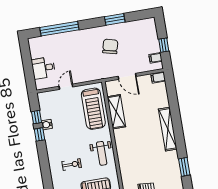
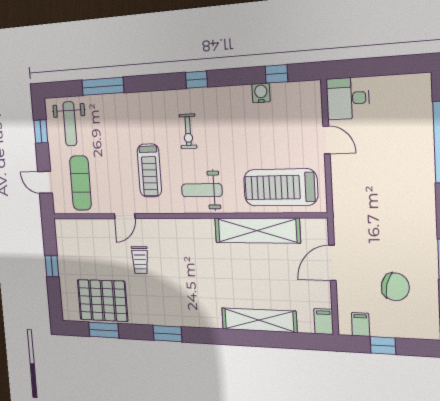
chair: (110, 46) -> (395, 287), moved
desk: (43, 68) -> (348, 98), moved, turned -90
shelving: (116, 112) -> (257, 230), width x1.47
shelving: (168, 129) -> (259, 320), moved
window: (39, 134) -> (196, 80), moved

